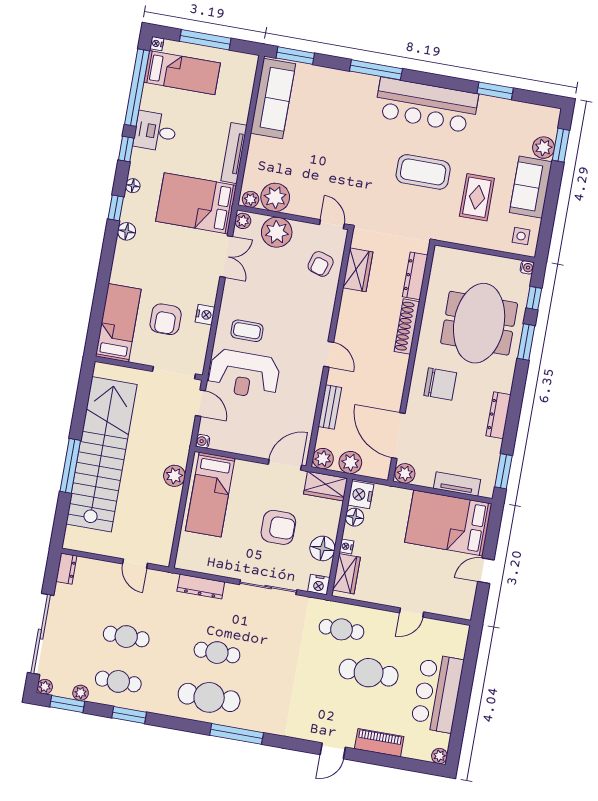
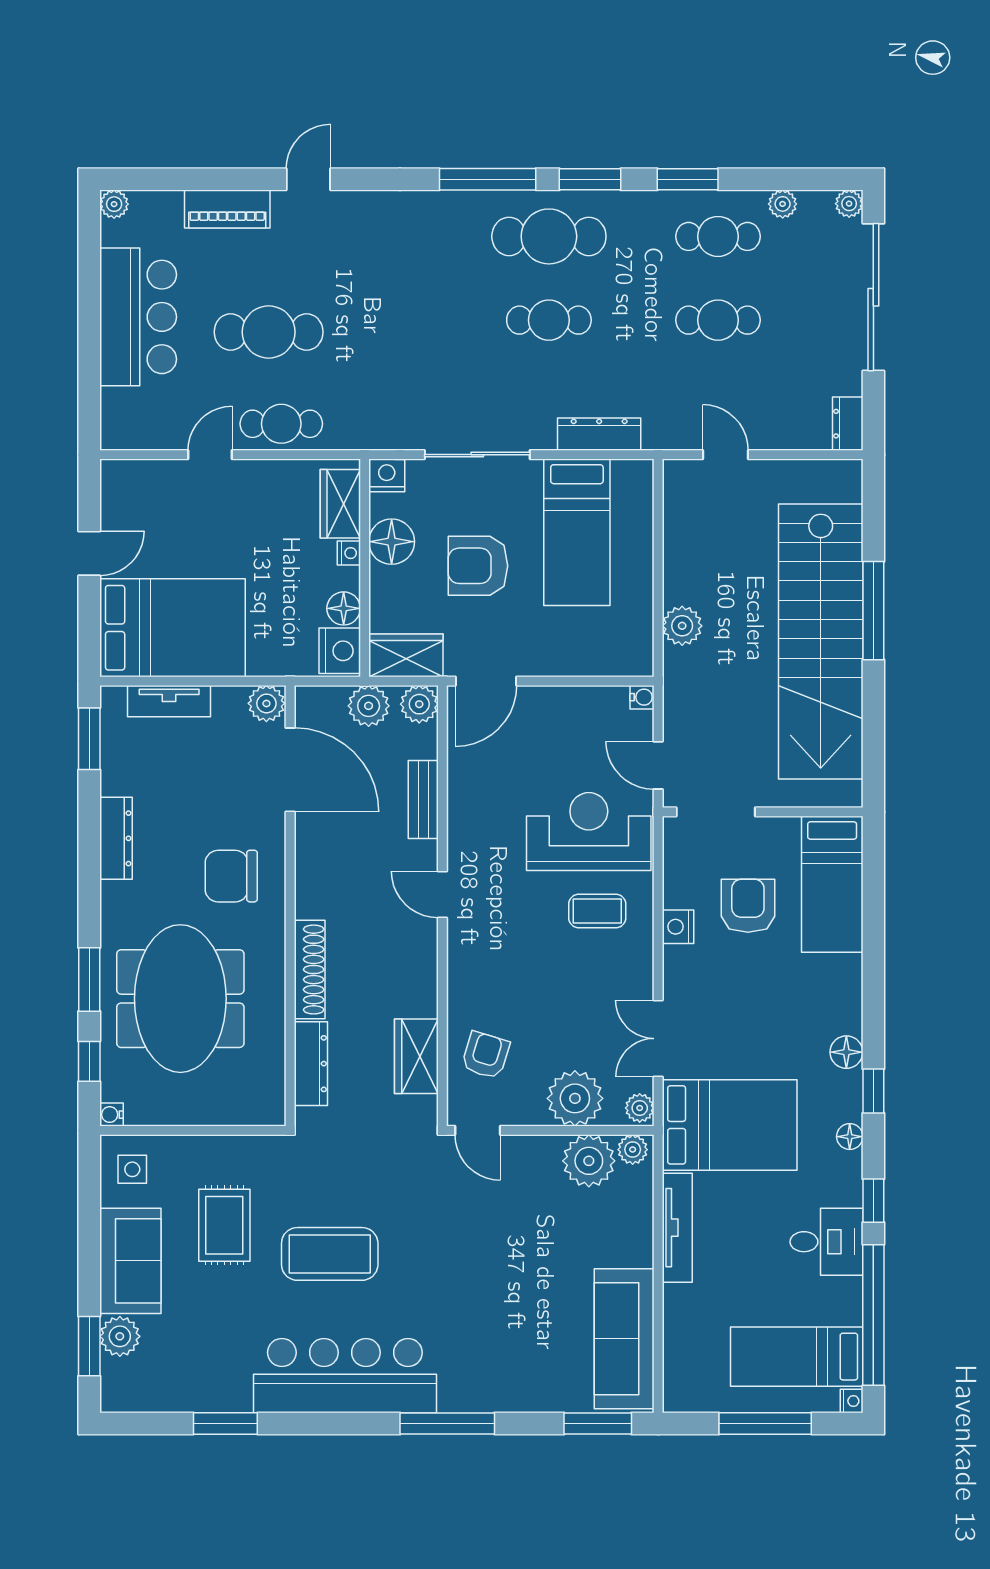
bed: (210, 495) -> (577, 532), moved, turned 180
cafe table: (341, 629) -> (281, 424), moved
window: (67, 704) -> (590, 179), moved

